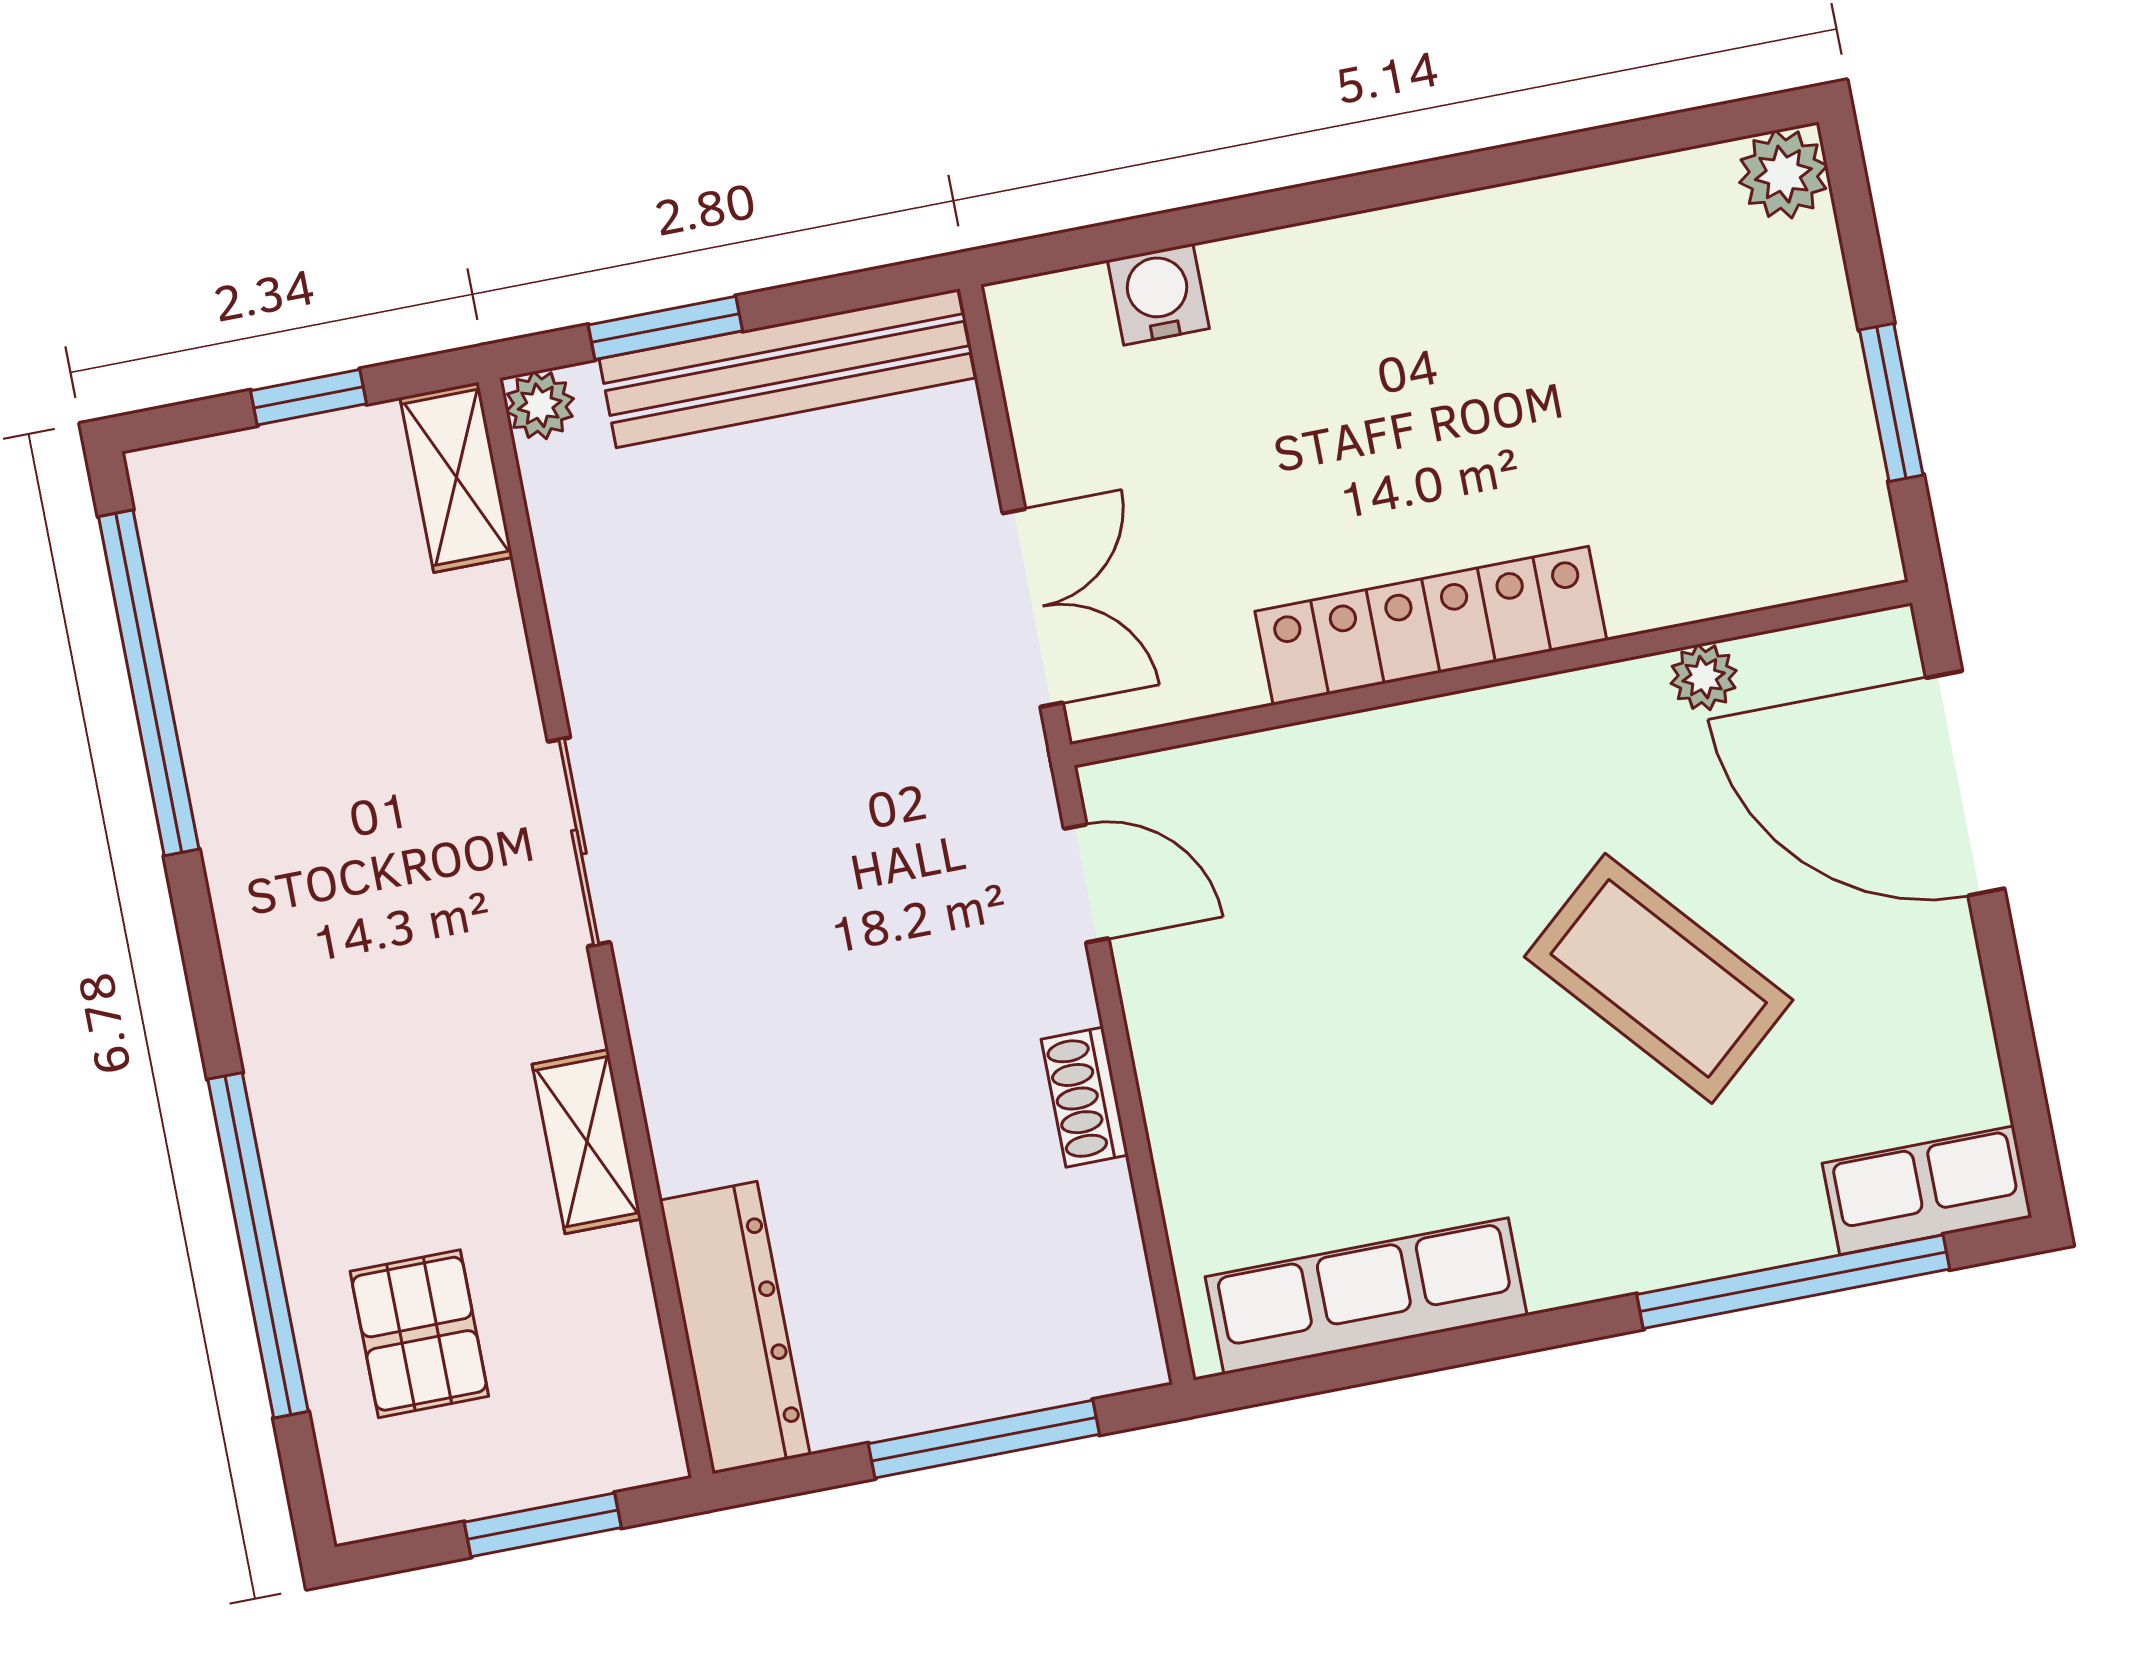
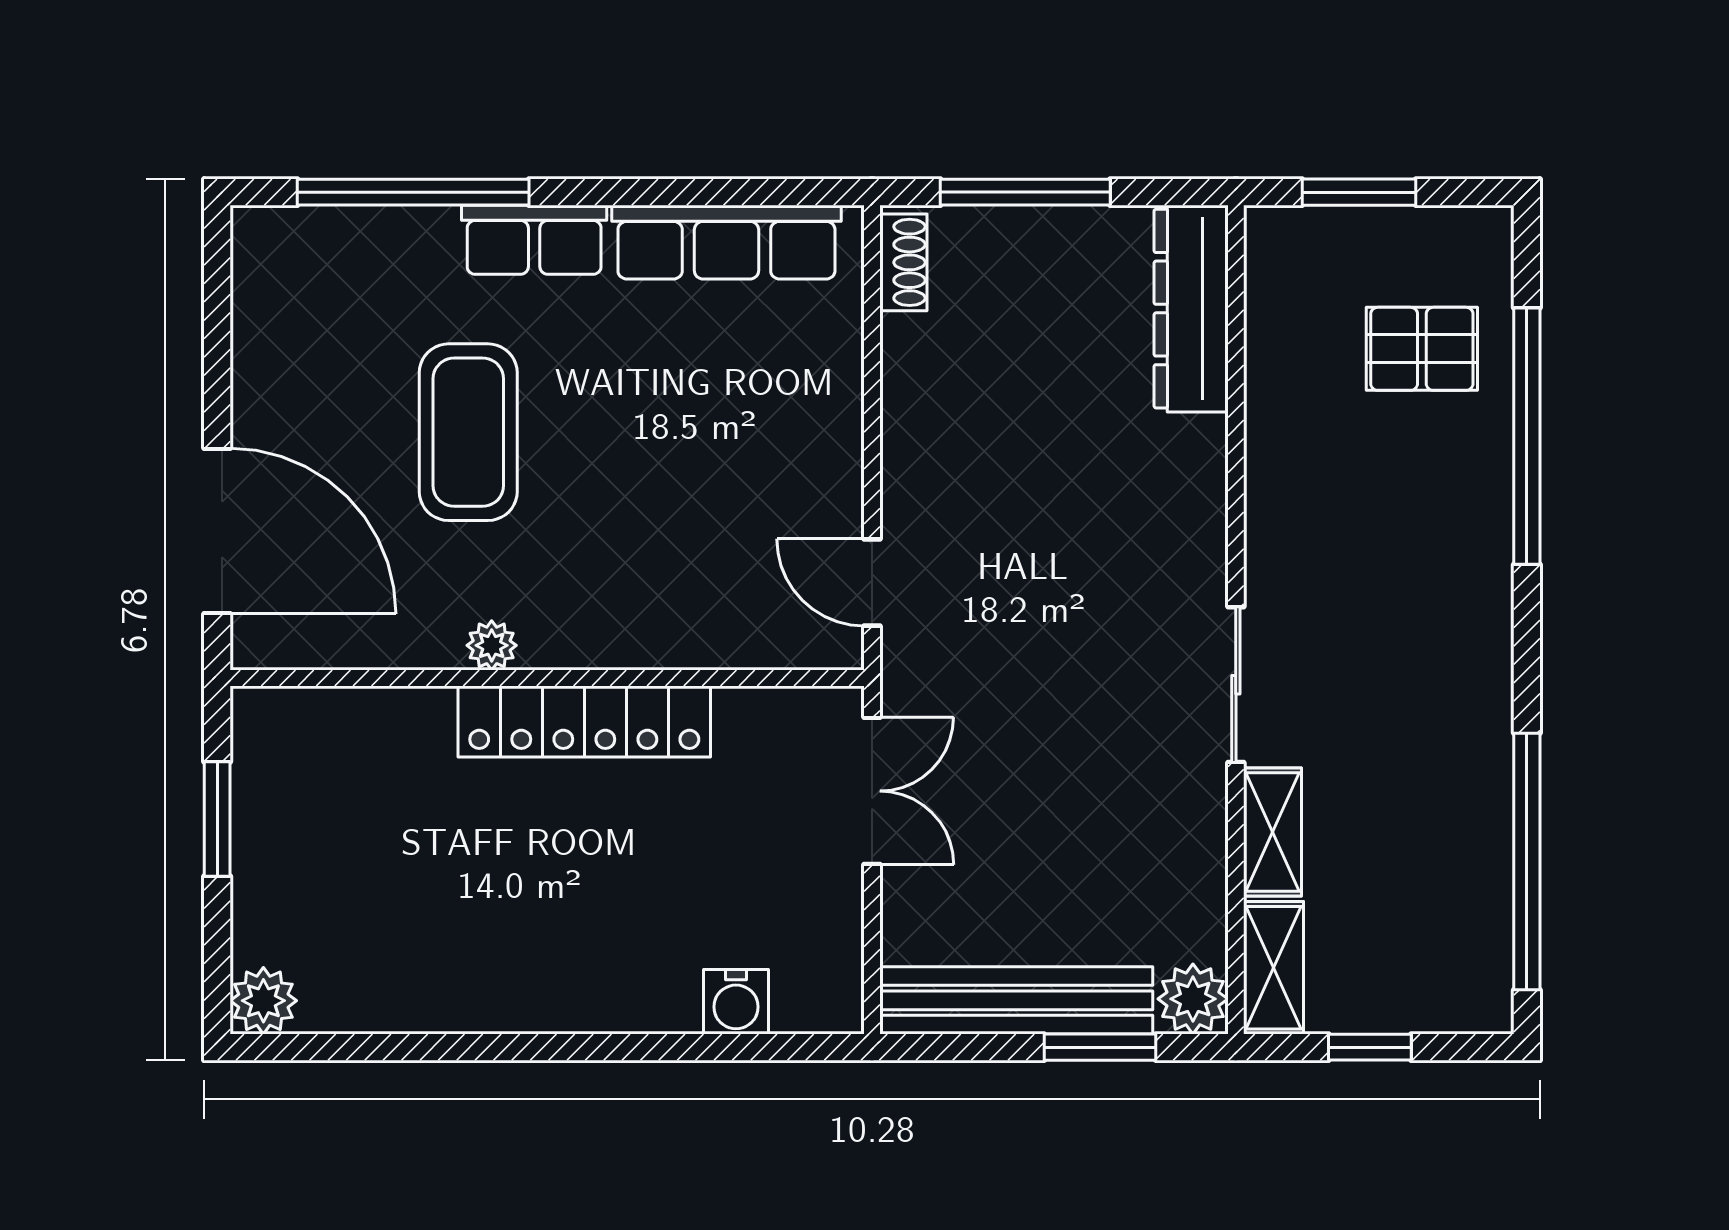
plant: (540, 405) -> (1193, 999), width x1.38, depth x1.38
double door: (1033, 608) -> (872, 791), swing flipped
plant: (1704, 677) -> (492, 645), moved
coffee table: (1659, 978) -> (468, 432), turned 41
shoe rack: (1085, 1097) -> (903, 262), moved
shelving: (587, 1142) -> (1273, 832), moved
row of seats: (1927, 1190) -> (534, 240), moved
pallet: (419, 1334) -> (1422, 349), turned 90

